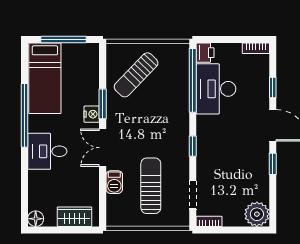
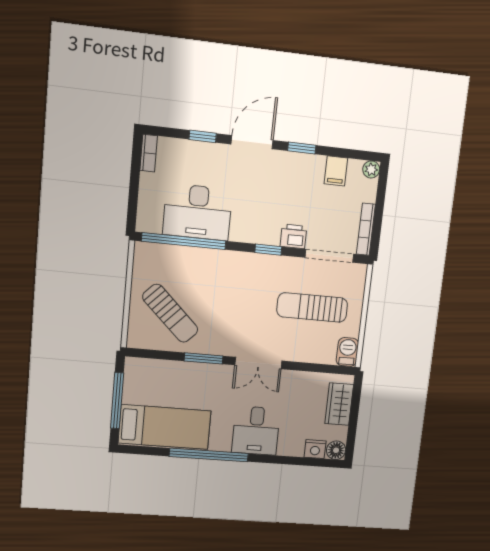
printer: (205, 53) -> (293, 236), moved
nightstand: (92, 114) -> (315, 449), moved, turned 180
barbecue: (114, 182) -> (347, 352), moved, turned -90
filing cabinet: (259, 192) -> (336, 171), added
doorway: (193, 195) -> (329, 256), width x1.38
plant: (257, 214) -> (371, 169), width x0.53, depth x0.53
bookcase: (209, 221) -> (366, 229), width x1.56

